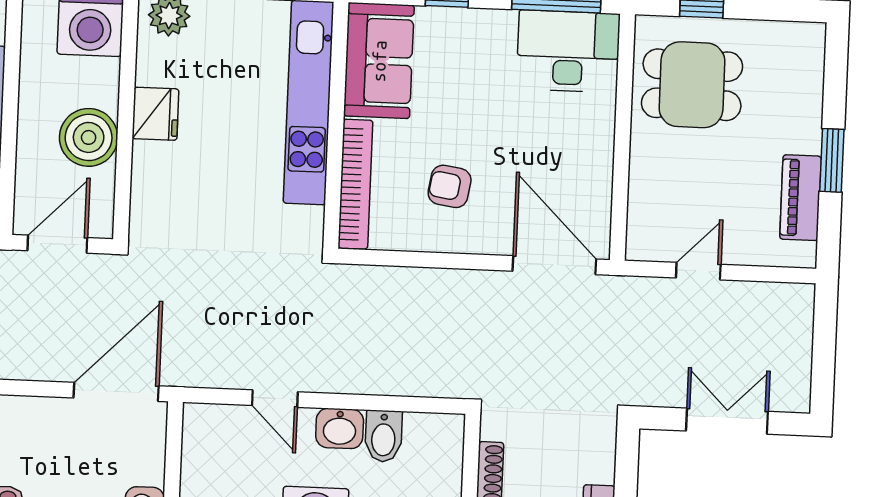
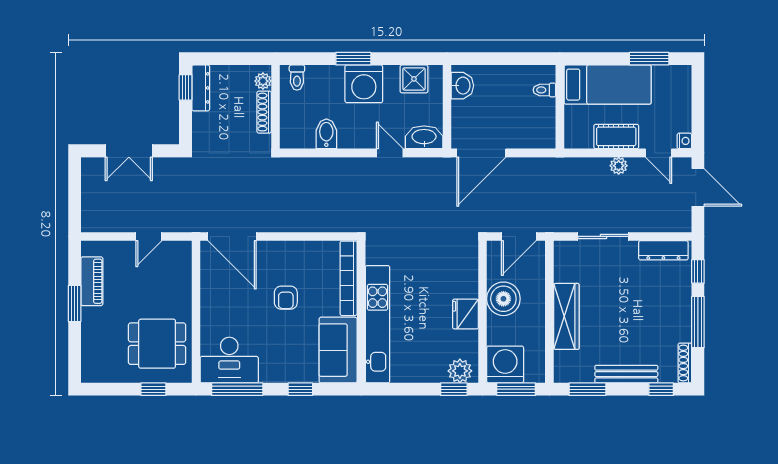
armchair: (450, 186) -> (286, 298), moved, turned 81
washbasin: (340, 428) -> (424, 137), moved, width x1.38

